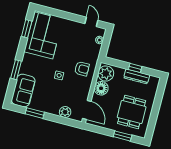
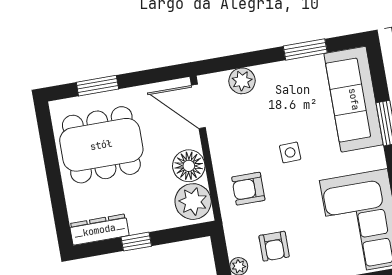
armchair: (82, 42) -> (274, 246), added
dresser: (137, 76) -> (99, 230), moved
sofa: (23, 90) -> (354, 99), width x1.36
dining table: (132, 112) -> (101, 145), width x1.38

